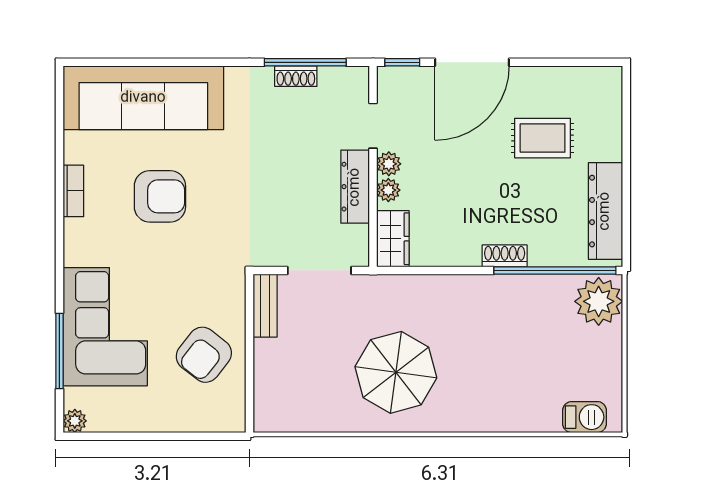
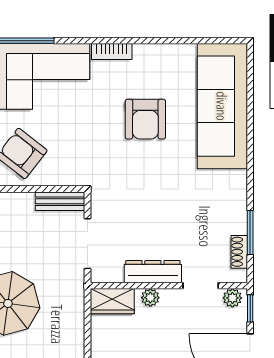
window: (305, 62) -> (250, 233), width x0.69
shoe rack: (296, 76) -> (239, 252), moved
plant: (389, 164) -> (232, 298), moved
bookcase: (73, 191) -> (112, 51), moved

